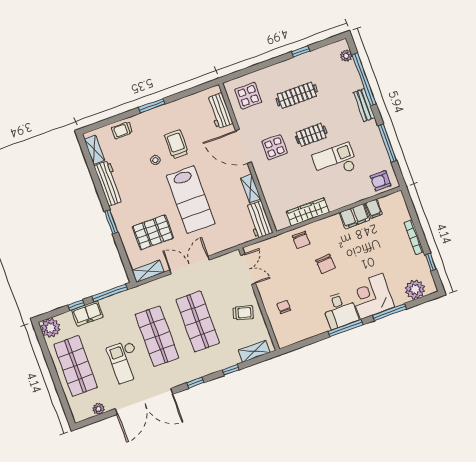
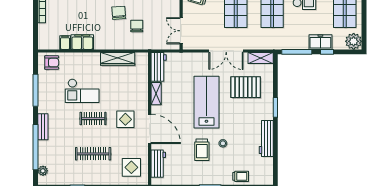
shelving: (94, 150) -> (268, 169), removed
chair: (301, 240) -> (137, 26), moved

